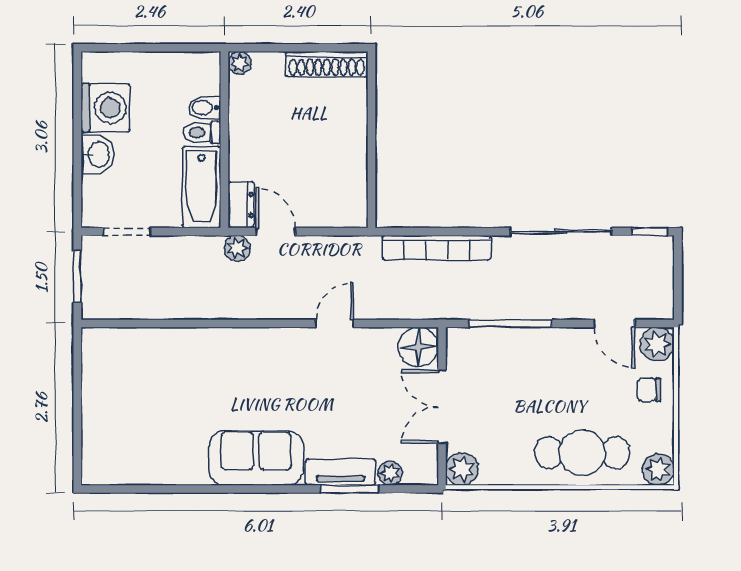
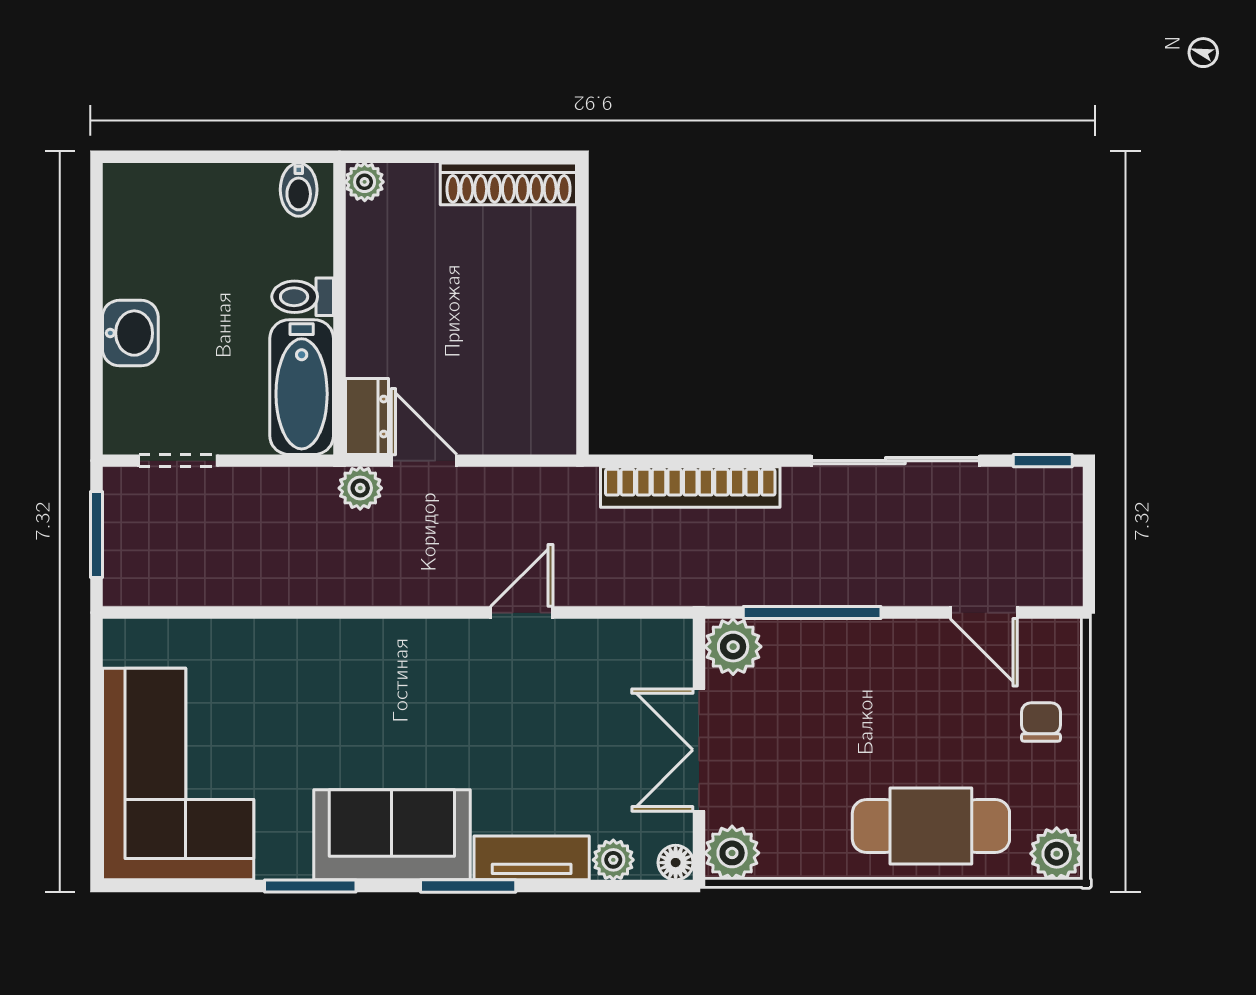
washing machine: (105, 108) -> (143, 256), removed
bidet: (205, 108) -> (299, 190), moved, turned -90
plant: (657, 344) -> (733, 647), moved
floor lamp: (418, 347) -> (676, 863), moved, width x0.53, depth x0.53
chair: (649, 390) -> (1041, 722), turned 90
corner sofa: (127, 421) -> (178, 774), added
window: (207, 489) -> (310, 886), added
window: (350, 489) -> (468, 886), moved

